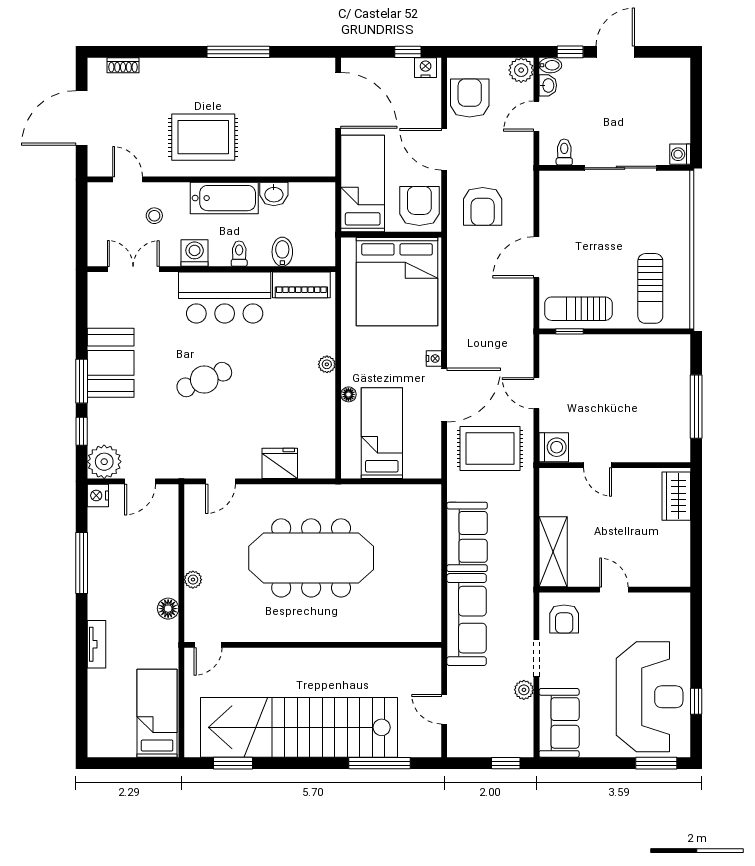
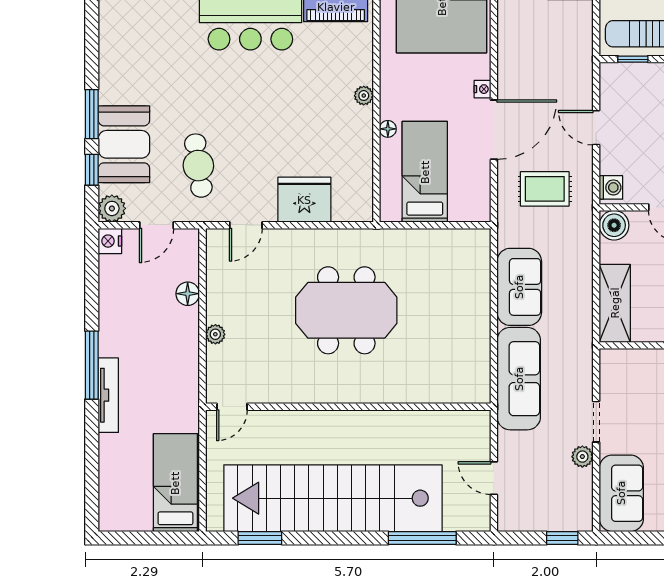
booth: (111, 363) -> (124, 144), moved
cafe table: (204, 380) -> (198, 166), moved, turned -75
washing machine: (554, 447) -> (611, 187), width x0.73, depth x0.73
rug: (490, 448) -> (545, 189), width x0.73, depth x0.70
plant: (104, 462) -> (112, 208), width x0.73, depth x0.73
fridge: (280, 463) -> (304, 200), width x1.36, depth x1.34
boiler: (553, 481) -> (614, 225), added
meeting table: (311, 558) -> (346, 310), width x0.73
window: (82, 563) -> (92, 365), moved
floor lamp: (168, 609) -> (188, 294), moved
armchair: (564, 619) -> (627, 378), removed
tv unit: (96, 644) -> (108, 395), width x1.41

